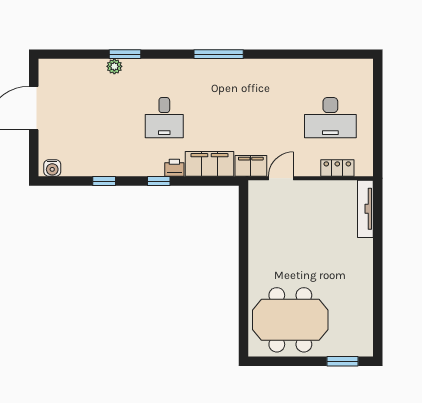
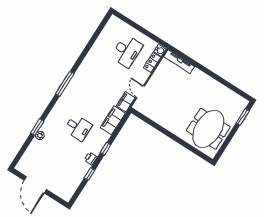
water cooler: (52, 168) -> (160, 50), moved
printer: (174, 168) -> (91, 159), moved

